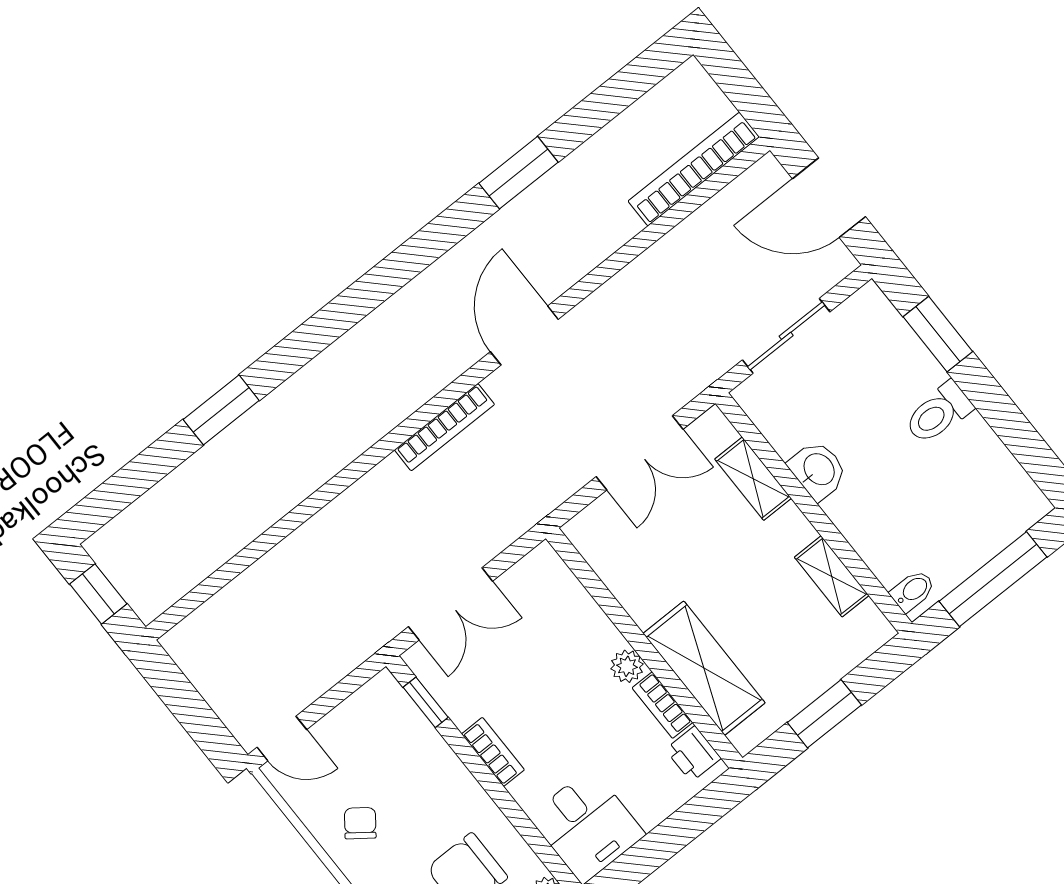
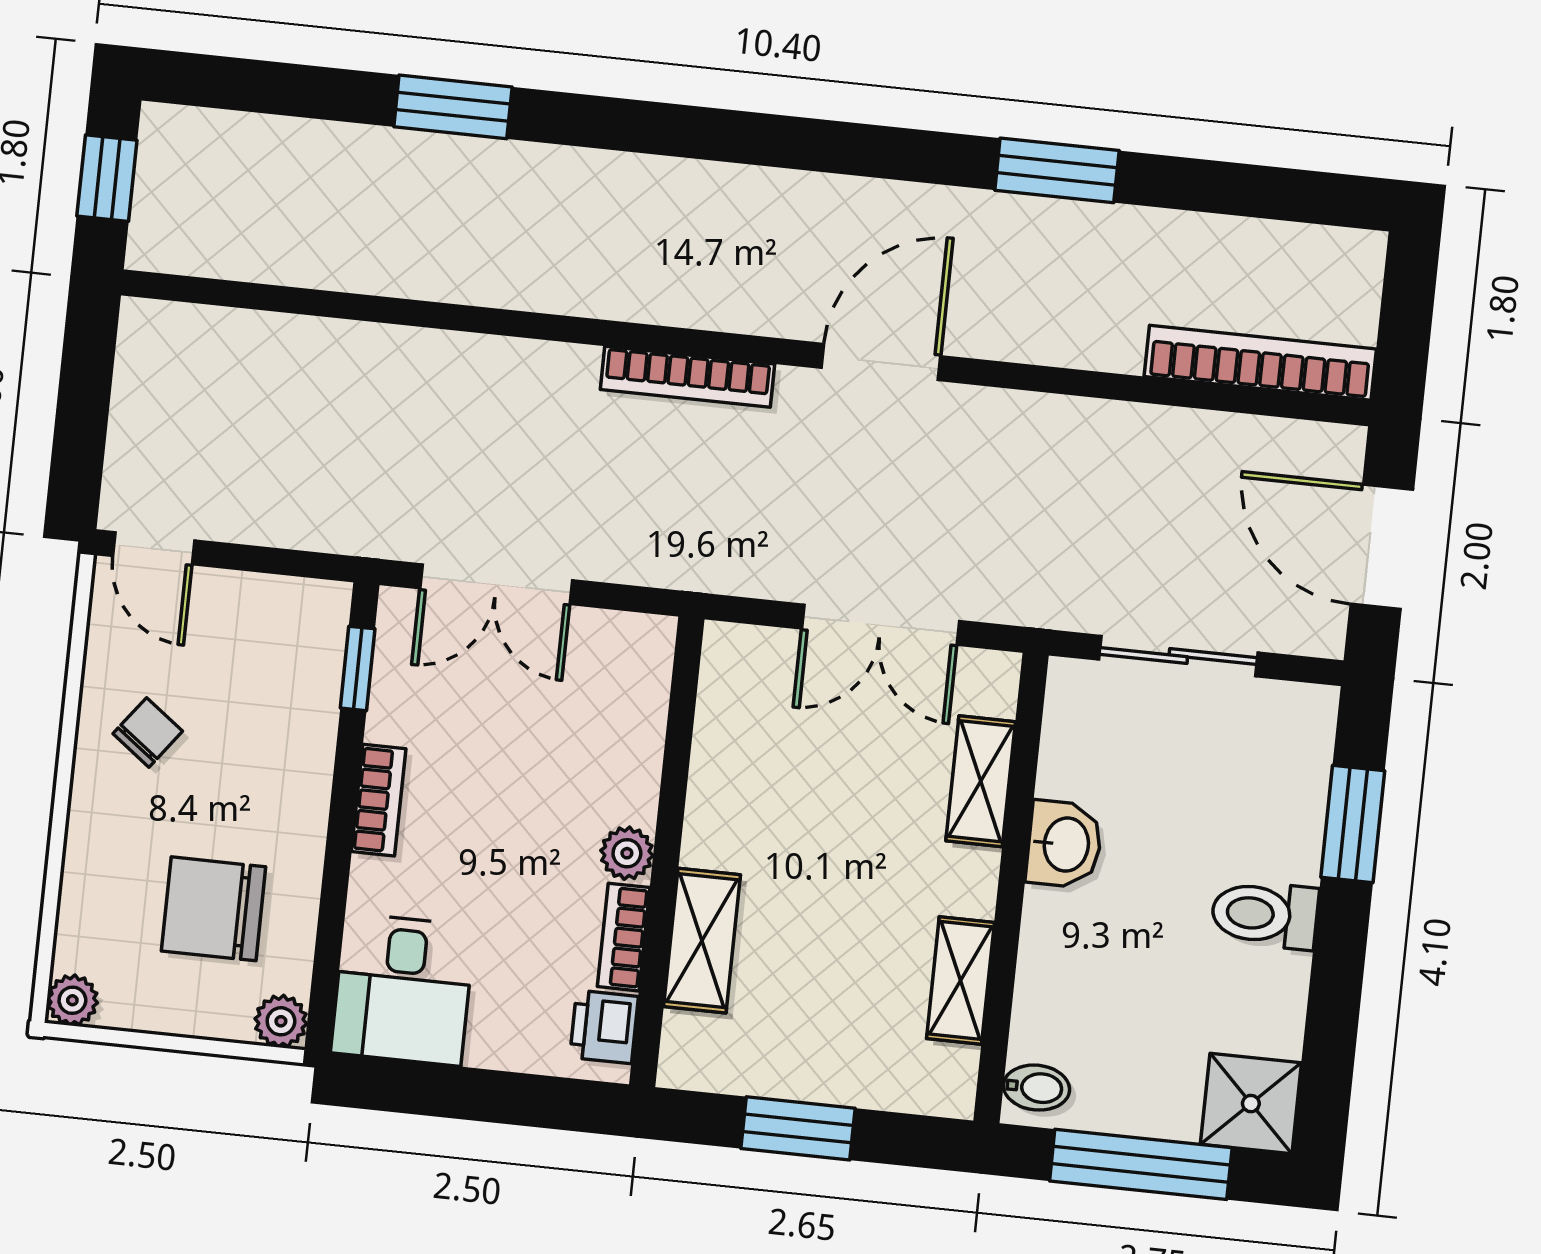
shower: (1015, 504) -> (1251, 1104), added
shelving: (704, 668) -> (702, 941), width x0.67, depth x0.75

